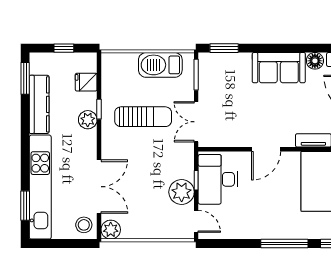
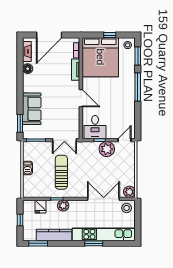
barbecue: (160, 65) -> (28, 168), width x0.53, depth x0.65
sofa: (279, 68) -> (32, 109), moved
desk: (218, 179) -> (95, 127), width x0.73
window: (25, 206) -> (94, 243), moved

